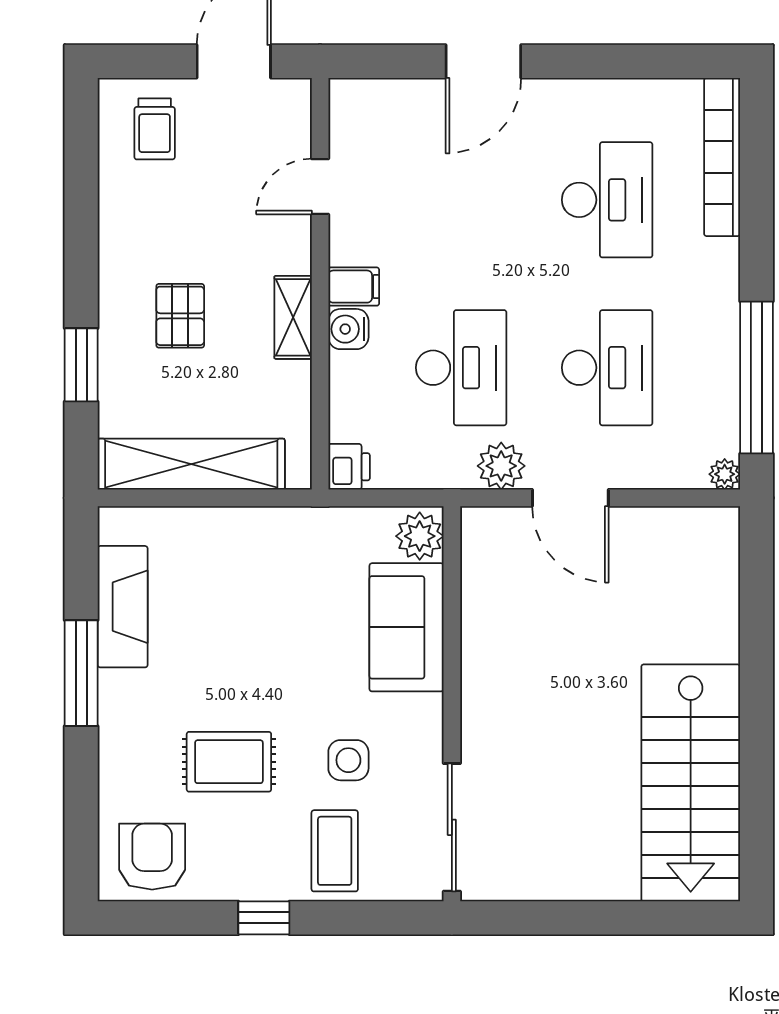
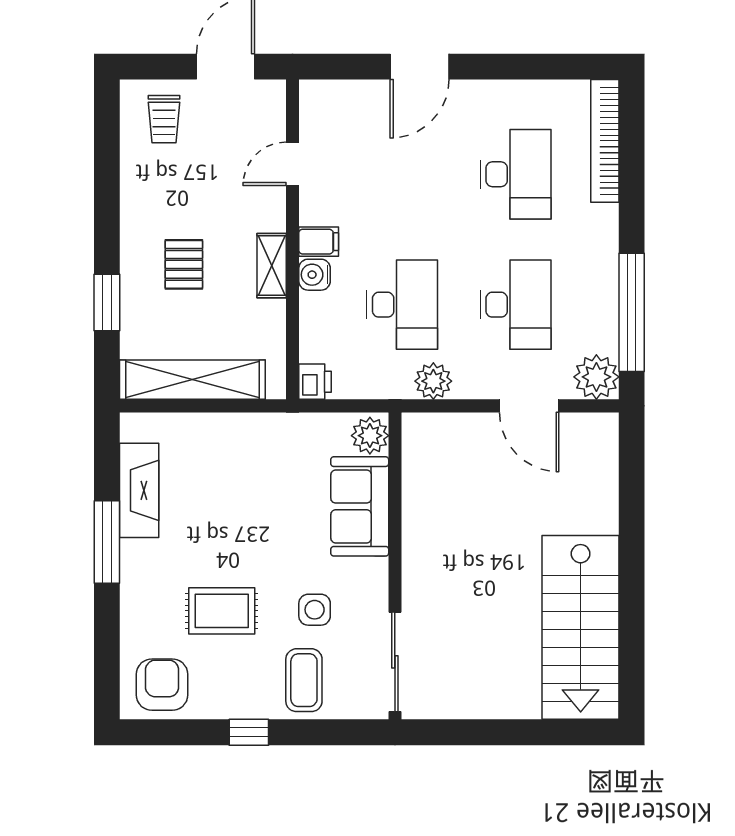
plant: (725, 474) -> (596, 377), width x1.88, depth x1.88
door: (570, 498) -> (529, 406), moved

